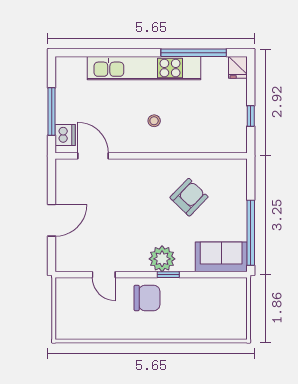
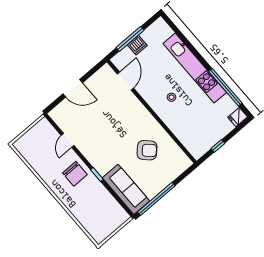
dishwasher: (65, 135) -> (137, 45), moved
sofa: (221, 257) -> (126, 189), width x1.36
plant: (162, 259) -> (102, 164), removed

